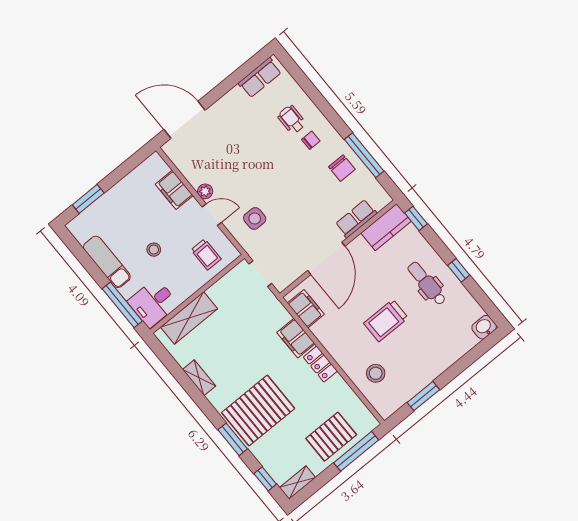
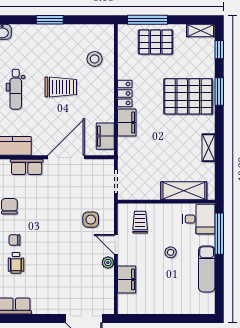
window: (88, 199) -> (186, 318), removed
window: (423, 396) -> (50, 20), moved

